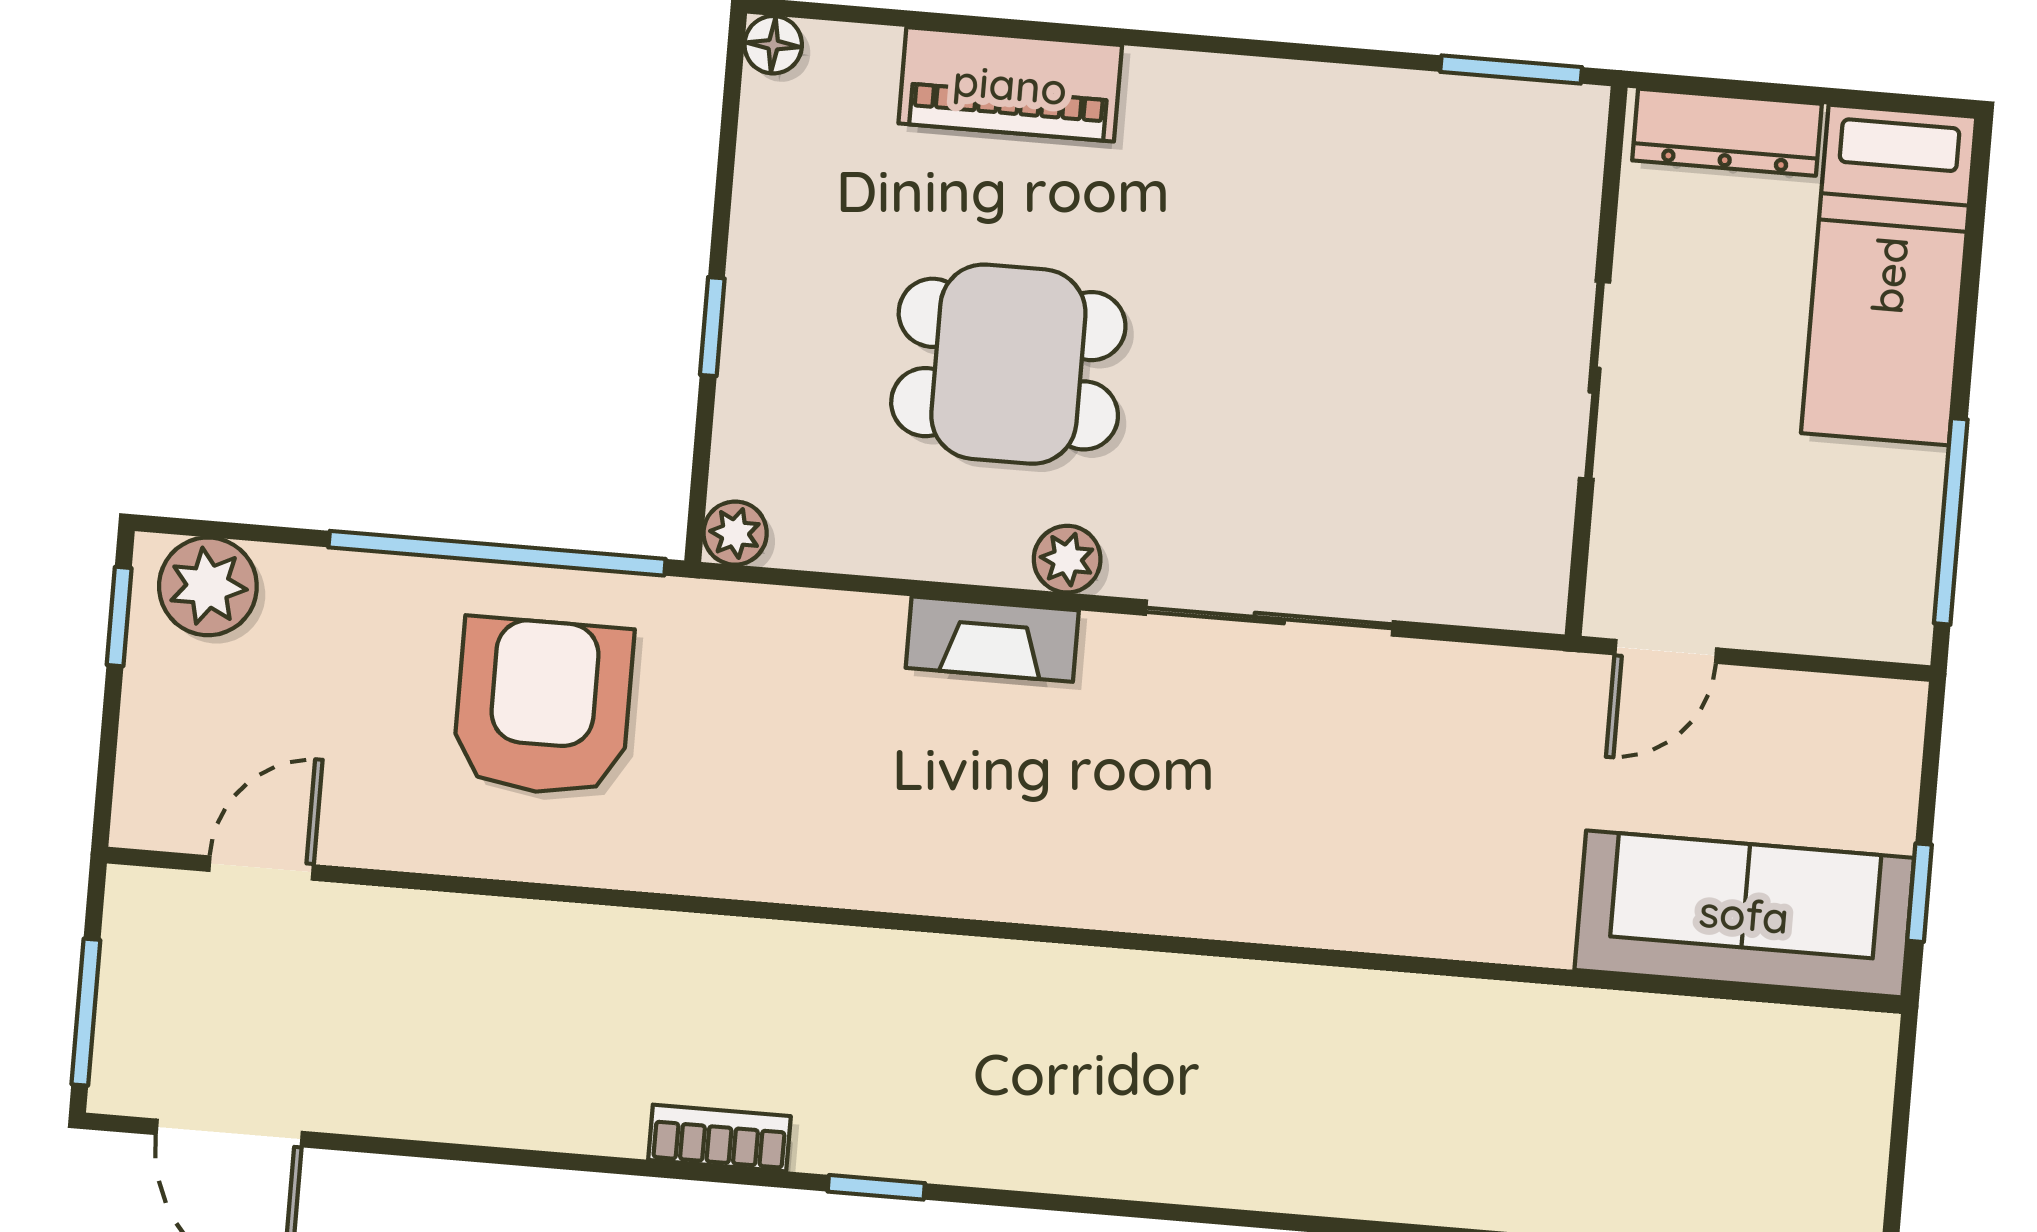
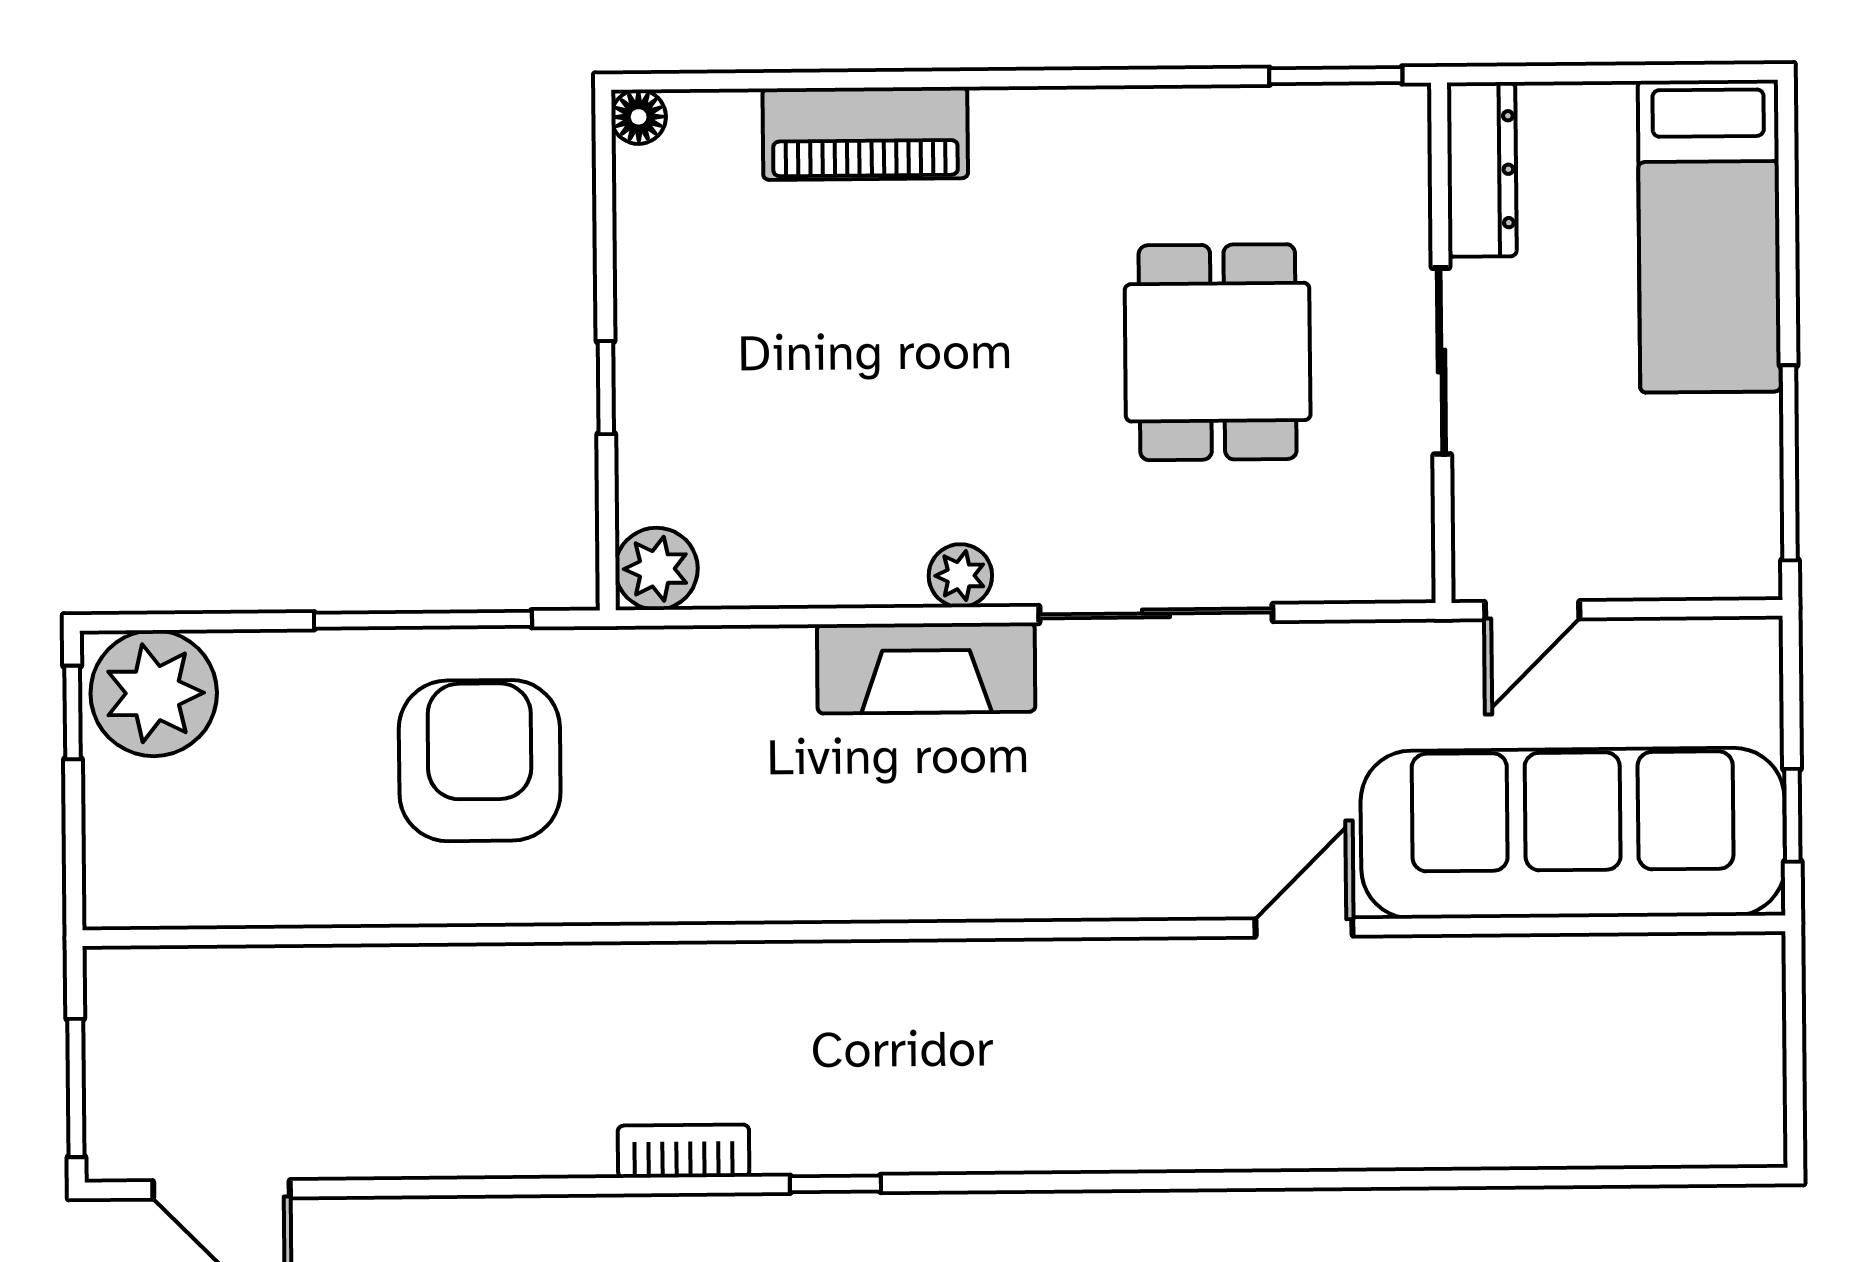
dresser: (1727, 132) -> (1482, 169), moved, turned -90
dining table: (1008, 364) -> (1218, 352), moved, turned 90
plant: (735, 533) -> (656, 569), width x1.38, depth x1.38
window: (497, 553) -> (423, 620), width x0.68
plant: (208, 586) -> (154, 693), width x1.36, depth x1.36
fireplace: (992, 639) -> (926, 668), width x1.37, depth x1.32
door: (261, 868) -> (1304, 928), moved
sofa: (1744, 914) -> (1573, 833), width x1.36, depth x1.27

